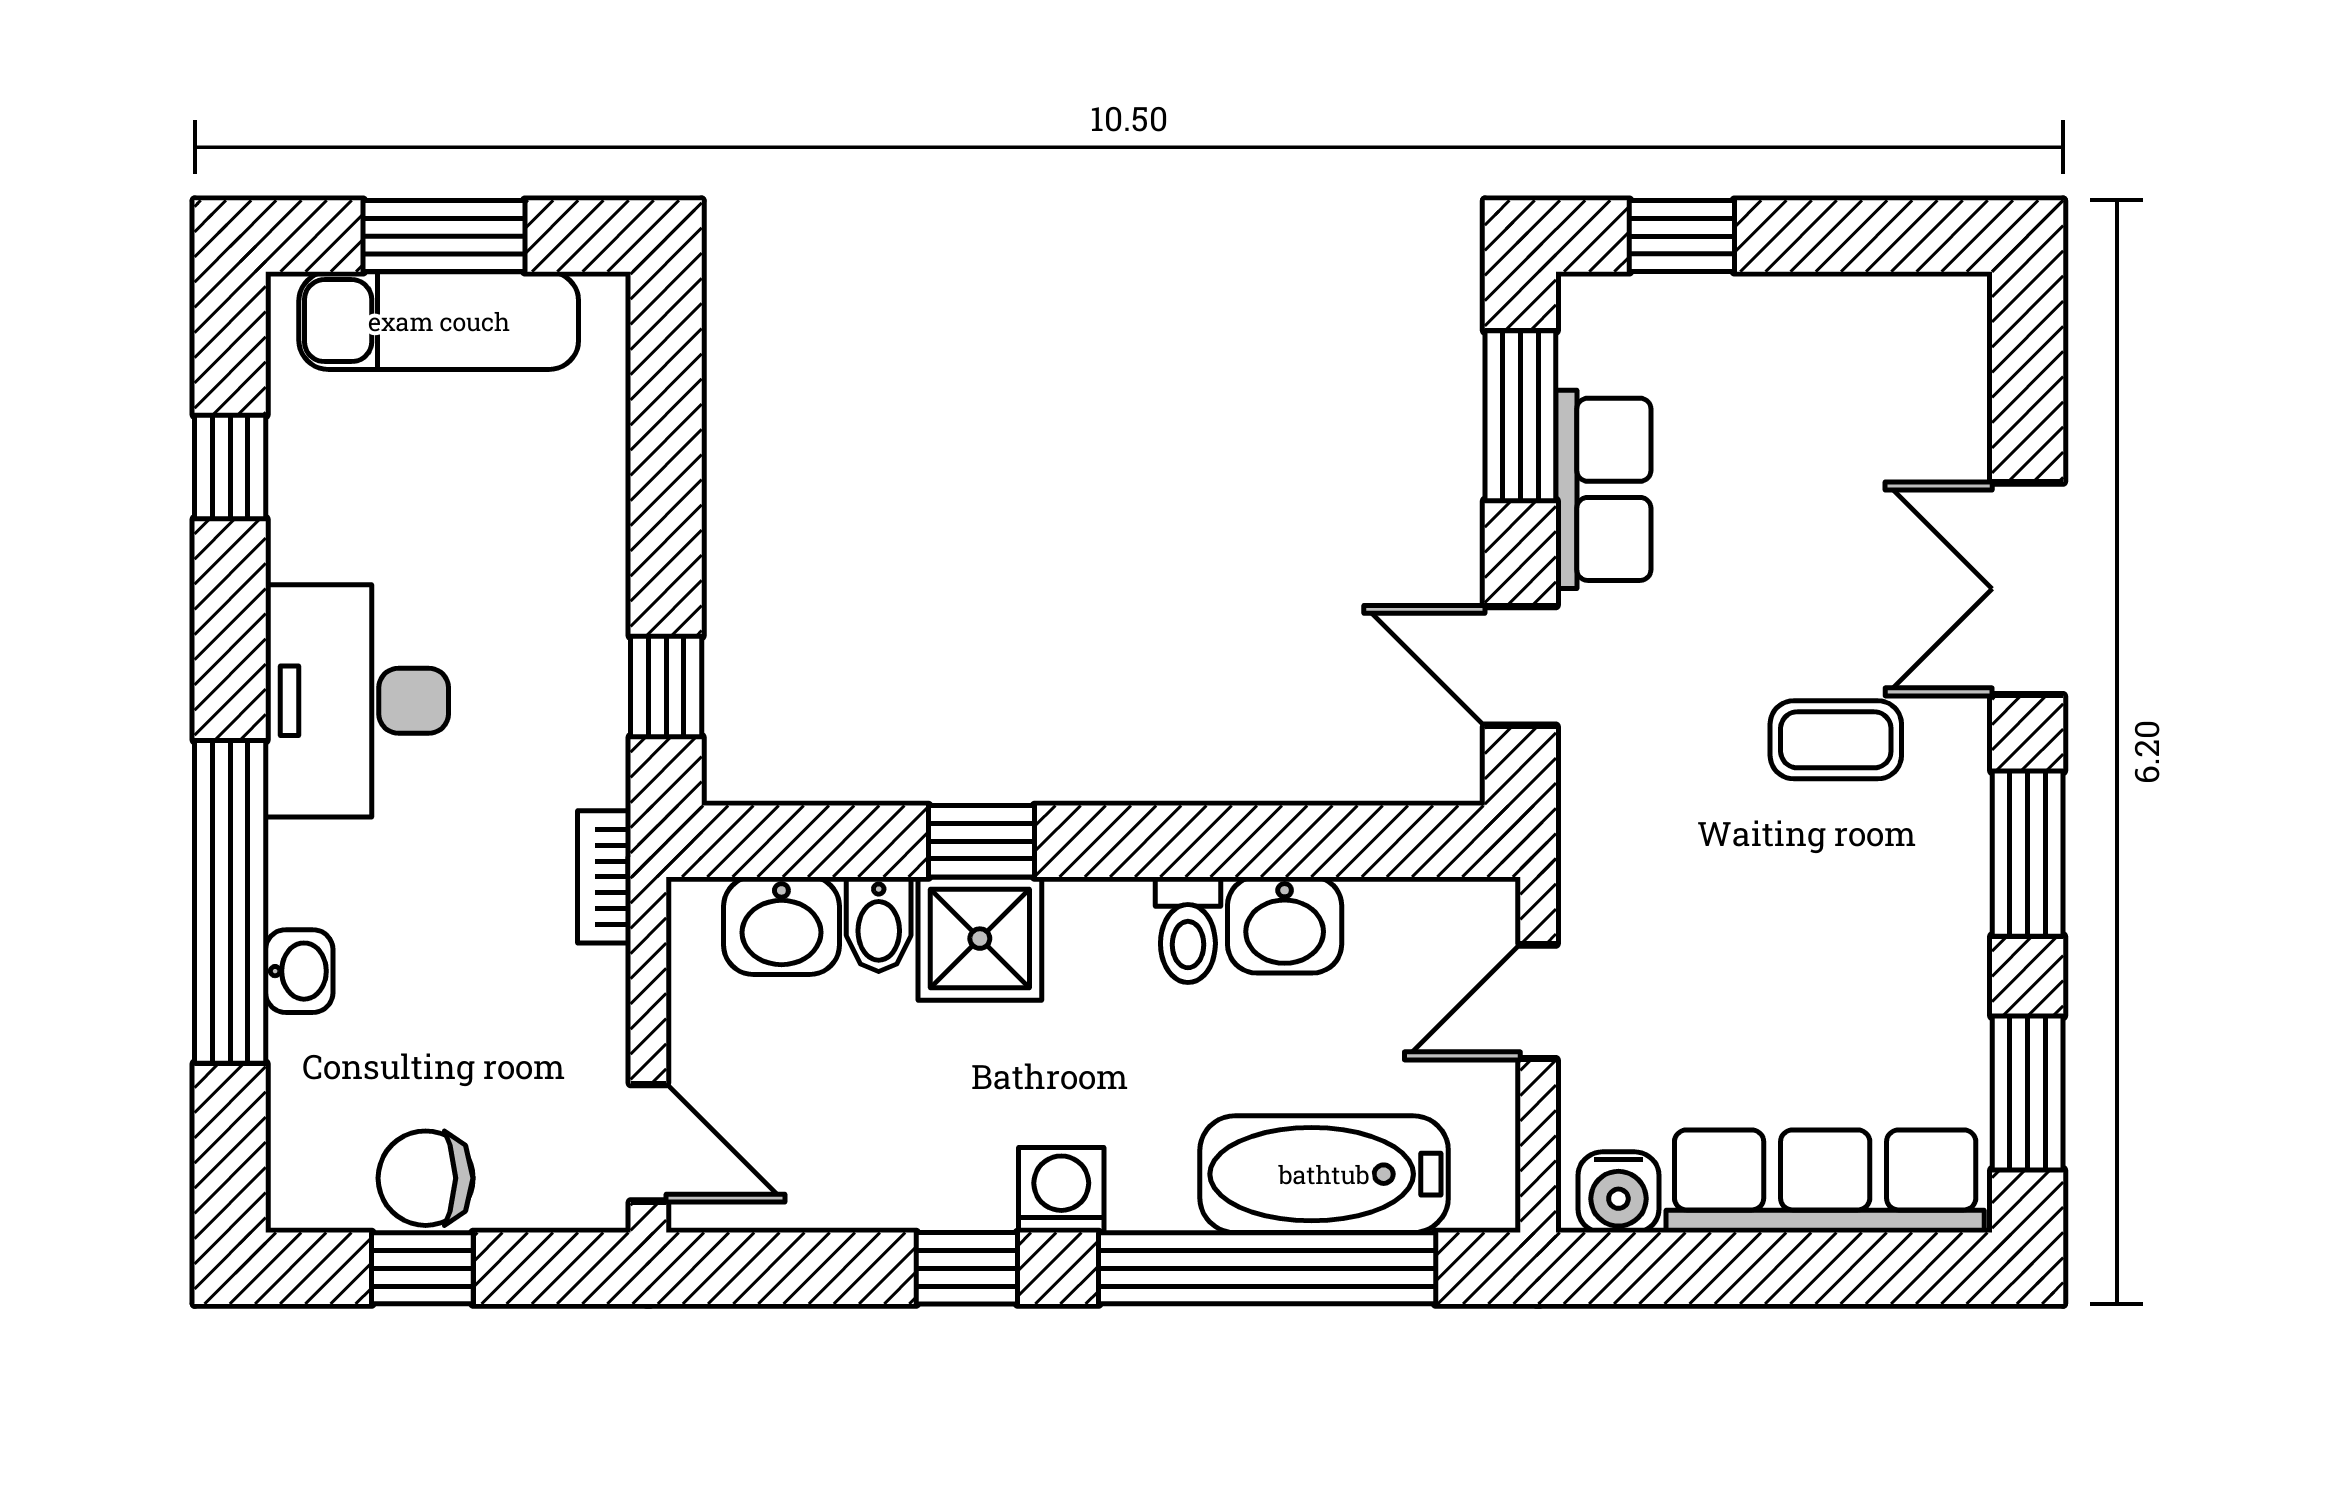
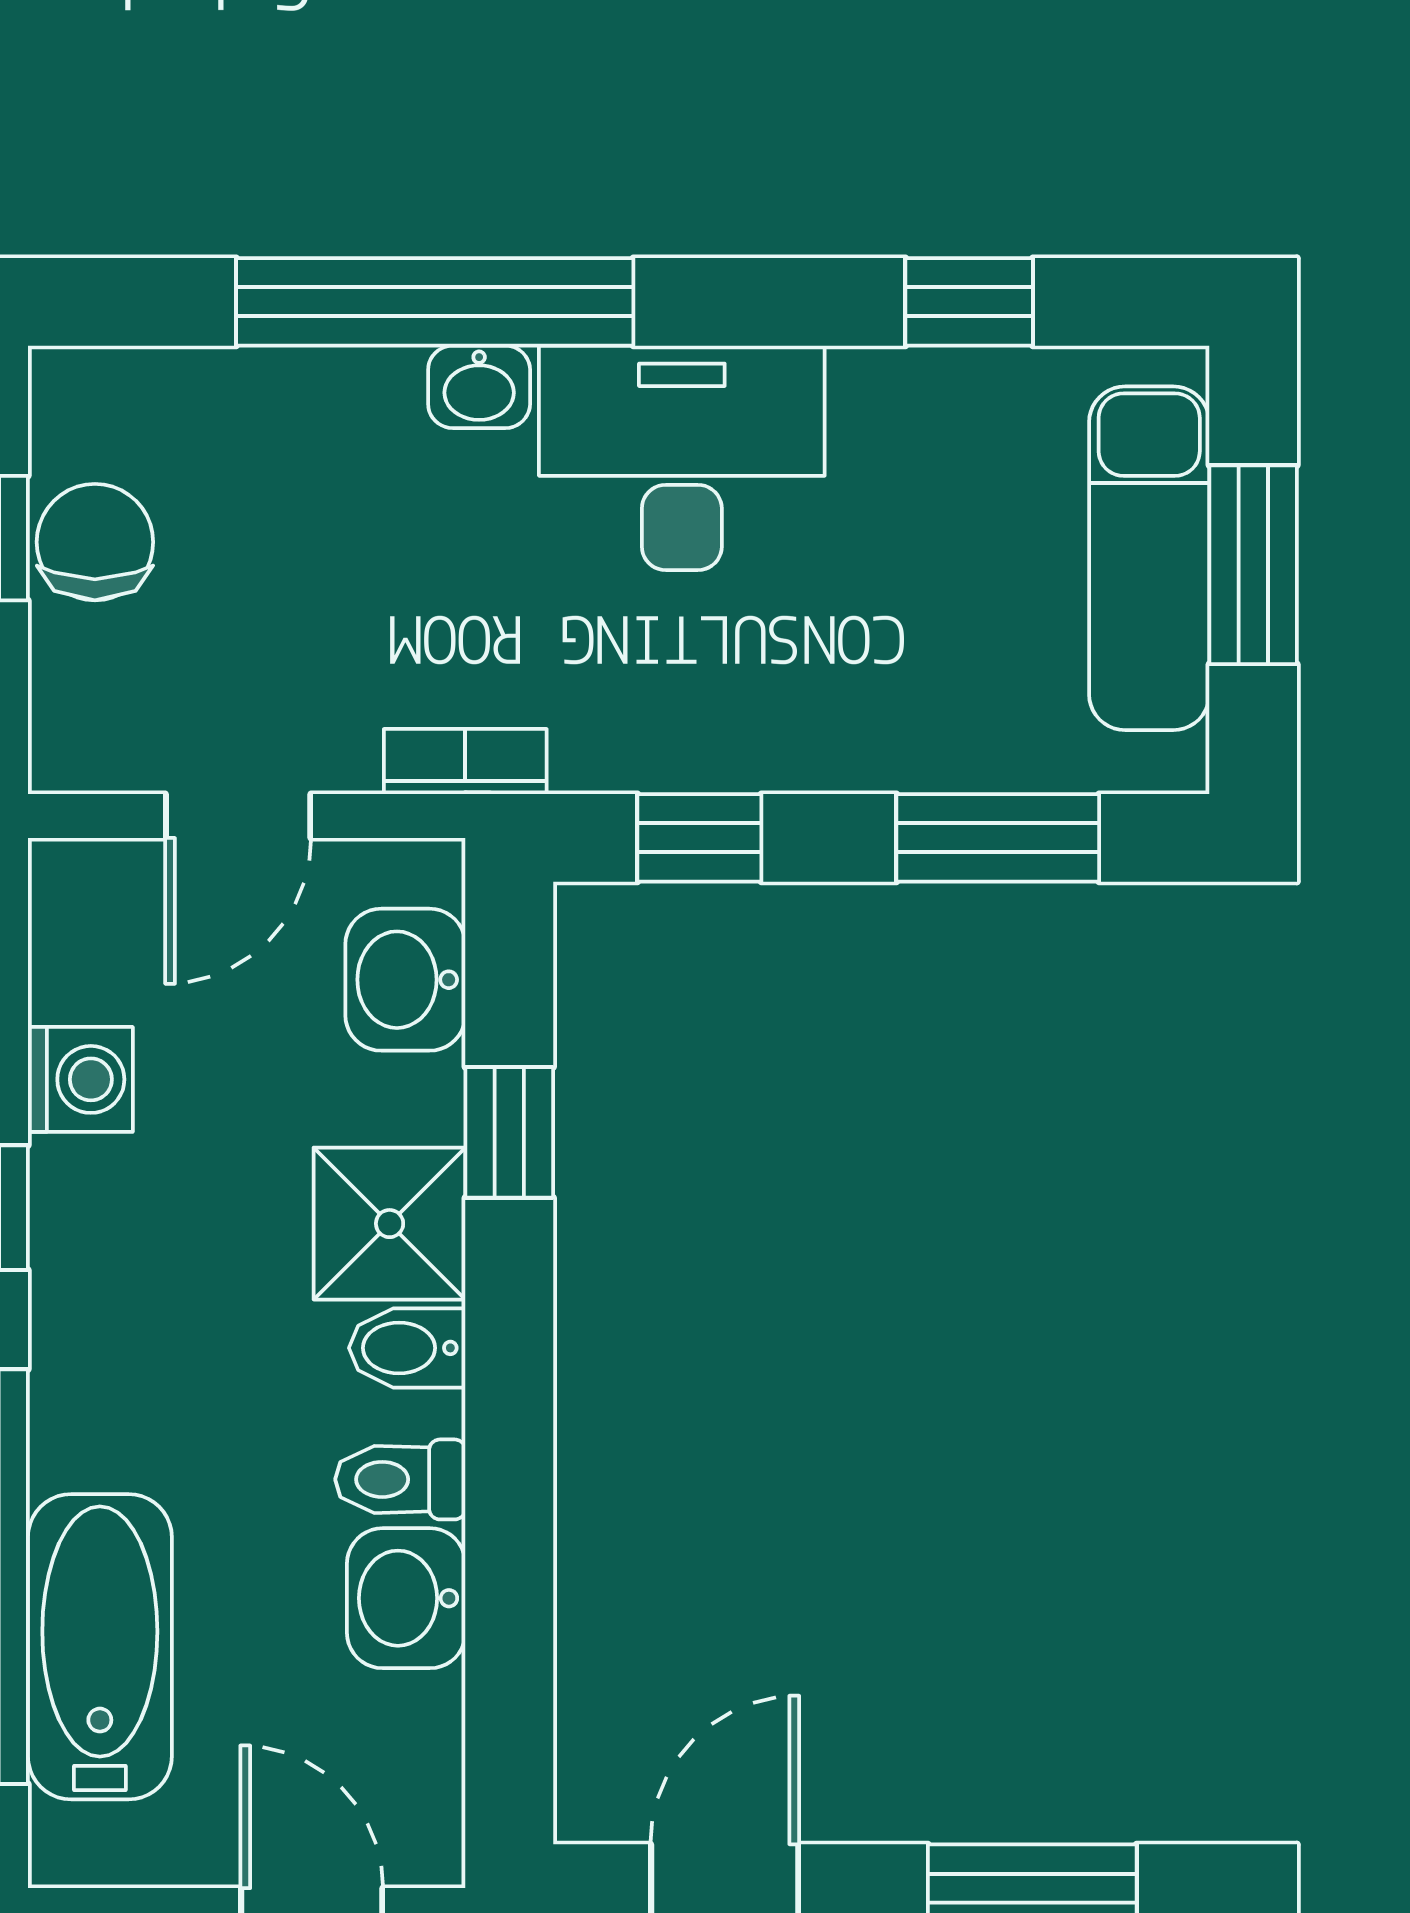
window: (666, 444) -> (998, 838), added
window: (982, 841) -> (509, 1132), moved
bidet: (879, 924) -> (407, 1348), moved
washbasin: (299, 971) -> (479, 387), moved
door: (648, 1143) -> (238, 816), moved
washing machine: (1061, 1190) -> (80, 1079), moved

